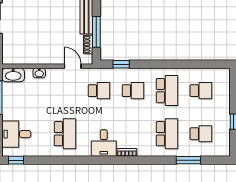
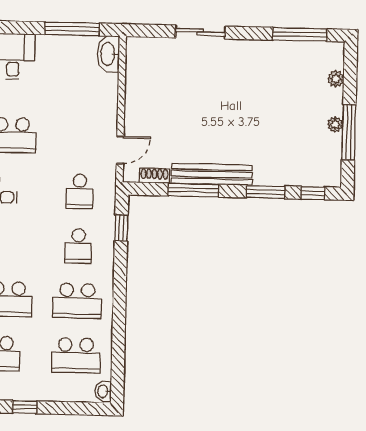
window: (96, 32) -> (193, 190), moved
washbasin: (39, 73) -> (103, 391), moved
school desk: (201, 91) -> (76, 355), width x1.85

